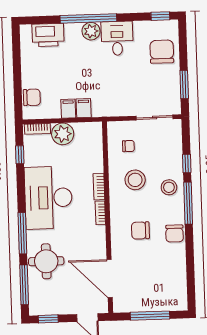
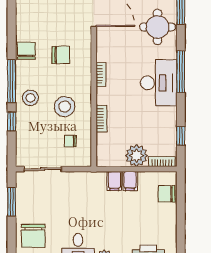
bookcase: (99, 187) -> (102, 119), moved
desk: (48, 198) -> (159, 83), width x0.73, depth x0.77
window: (22, 233) -> (181, 72), moved

